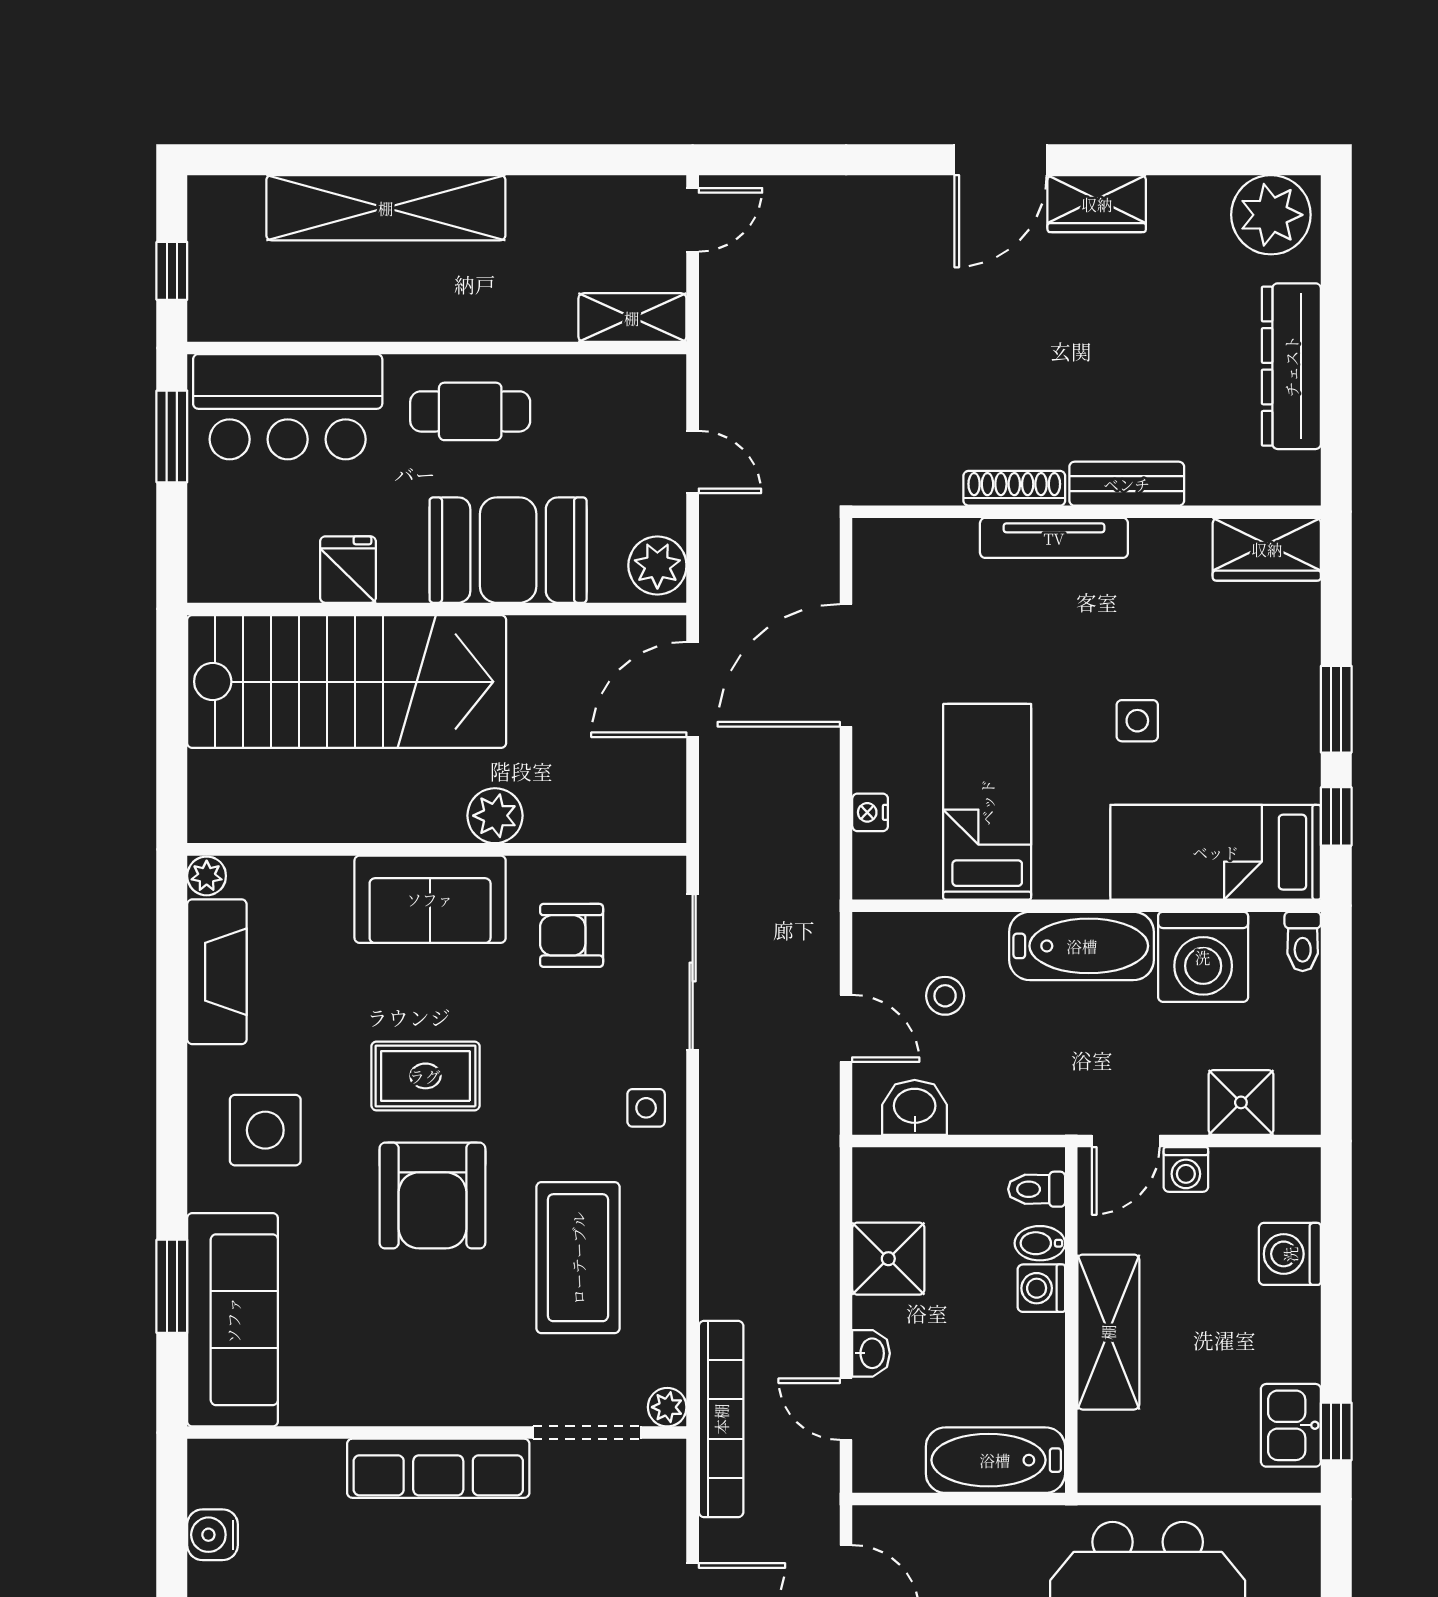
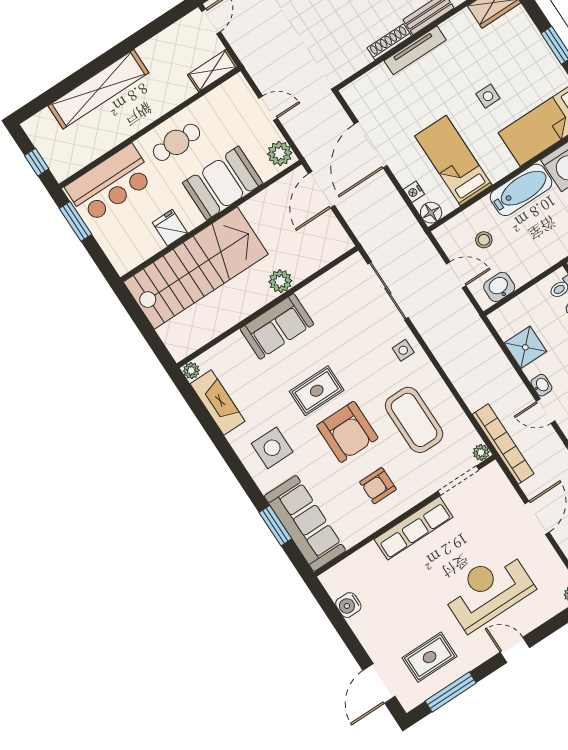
floor lamp: (877, 875) -> (431, 213), added
armchair: (572, 935) -> (378, 486), moved

